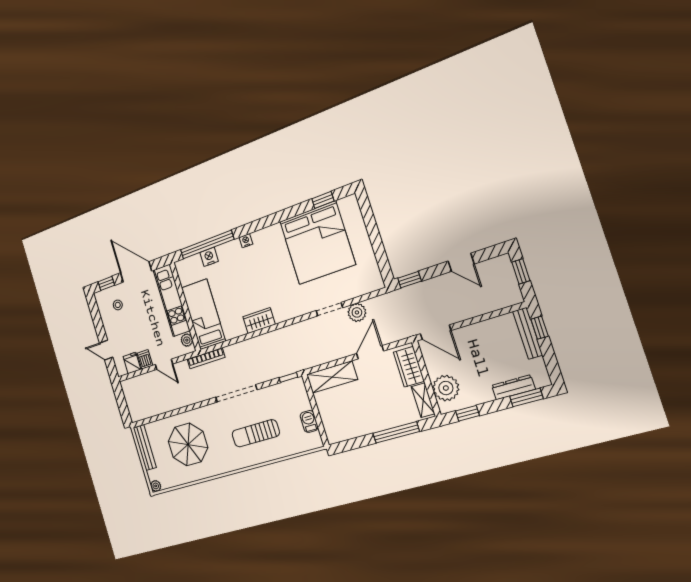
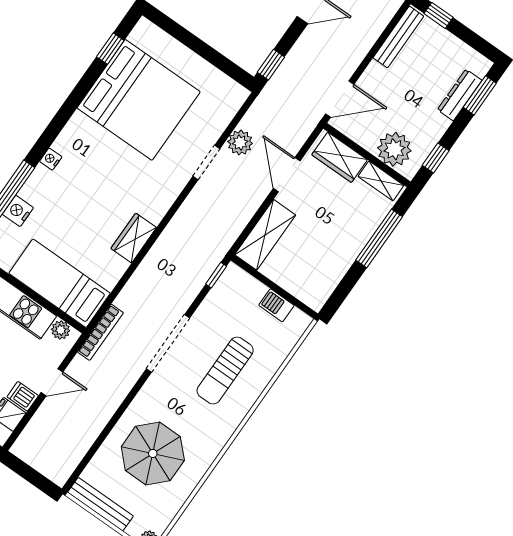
bench: (528, 333) -> (398, 37), moved, turned 90

